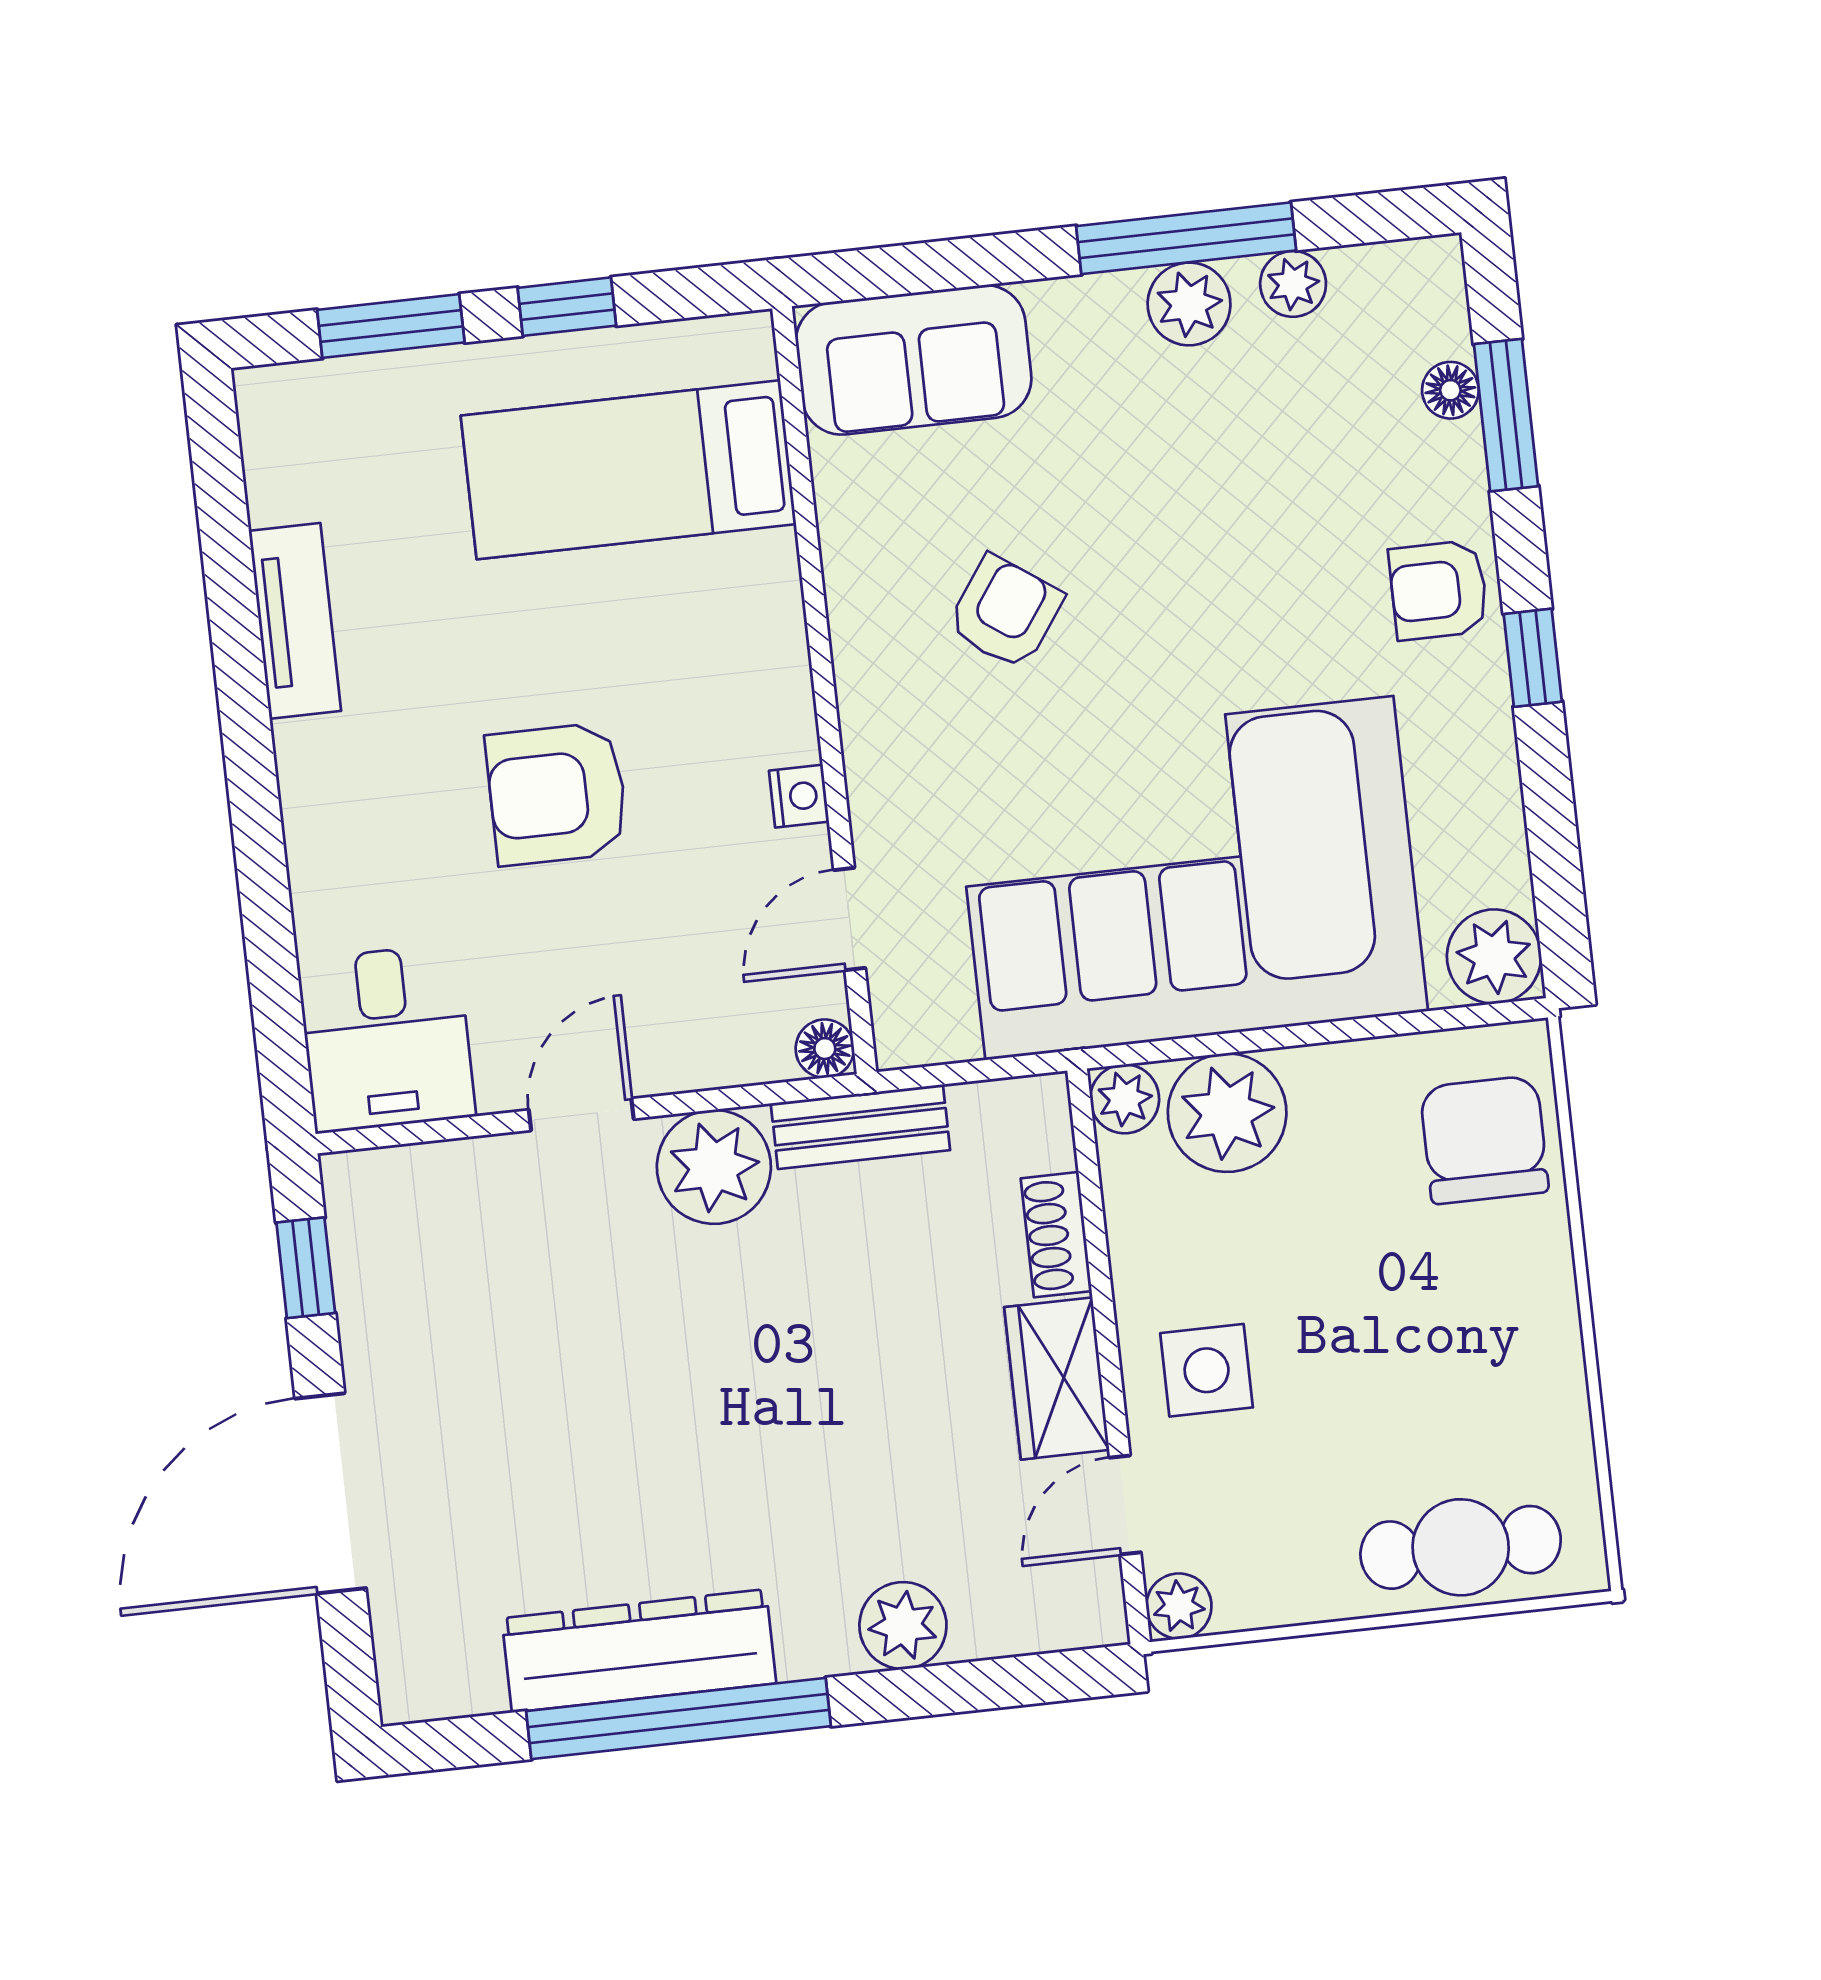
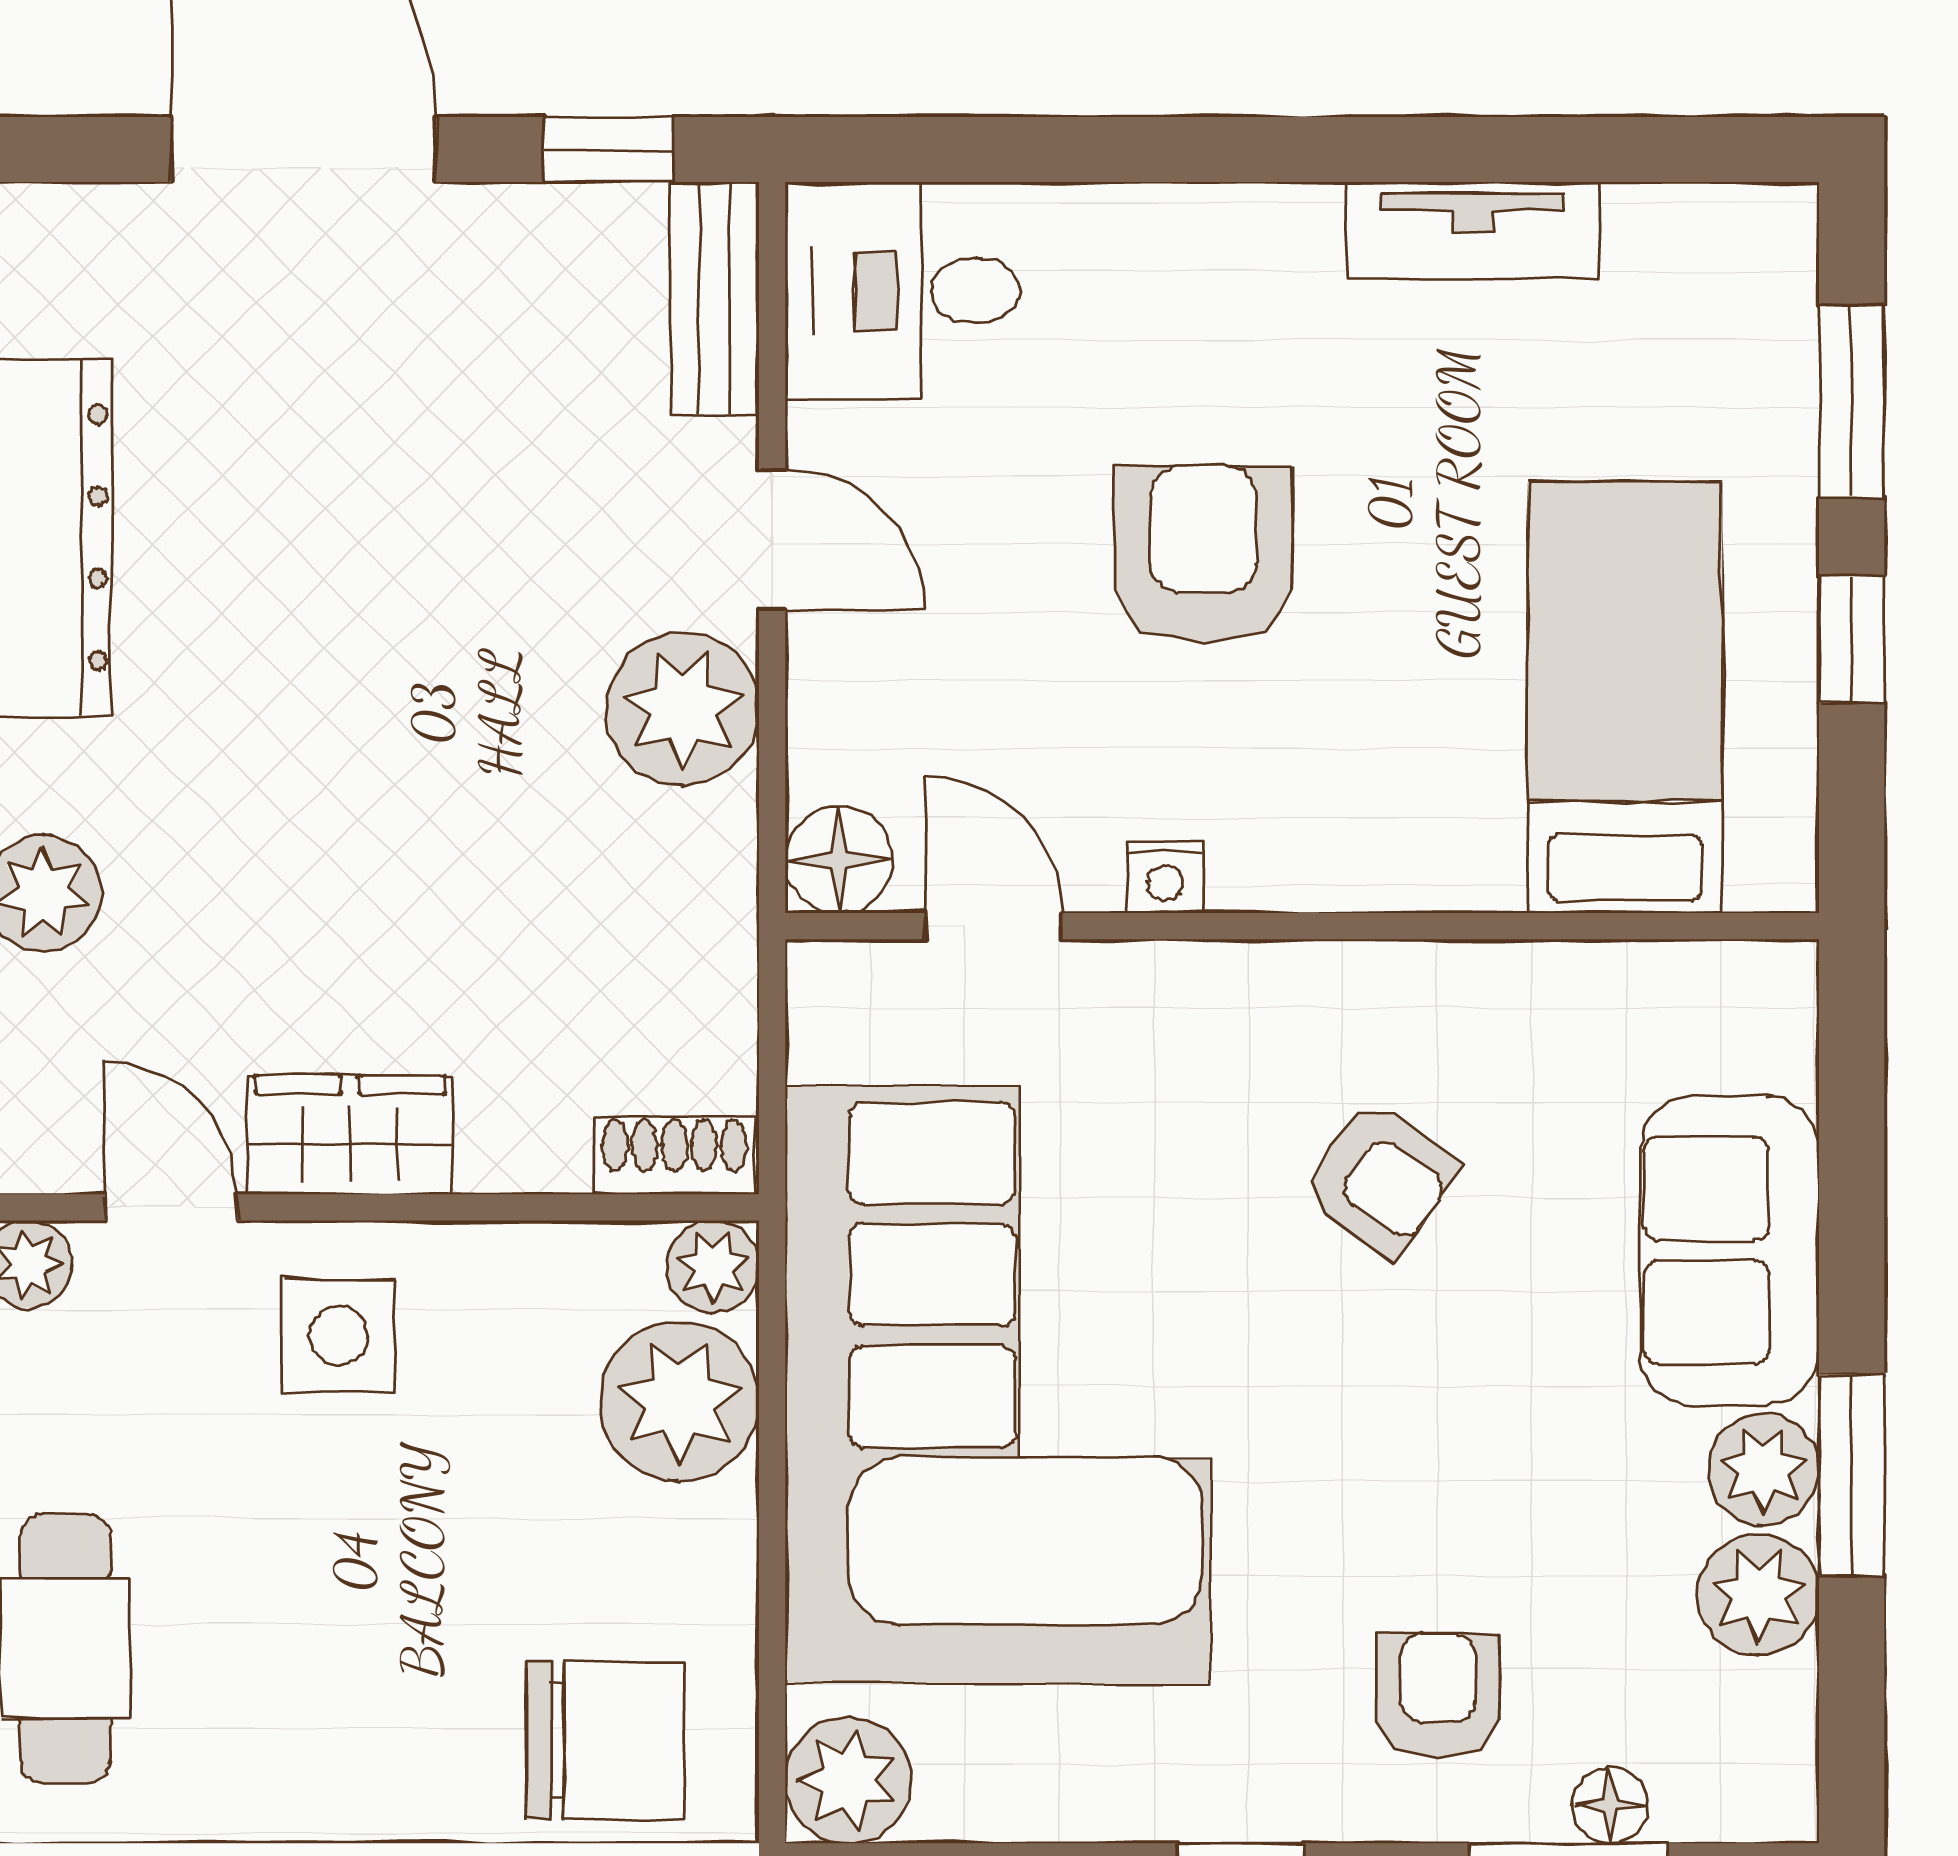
window: (1186, 238) -> (1852, 1475), width x0.69
plant: (1293, 284) -> (1758, 1595), width x1.38, depth x1.38
sofa: (914, 360) -> (1730, 1250), moved
armchair: (1438, 590) -> (1438, 1695), moved
floor lamp: (825, 1049) -> (839, 860), width x1.37, depth x1.37
bench: (860, 1127) -> (715, 298), moved
shoe rack: (1056, 1235) -> (674, 1155), moved

